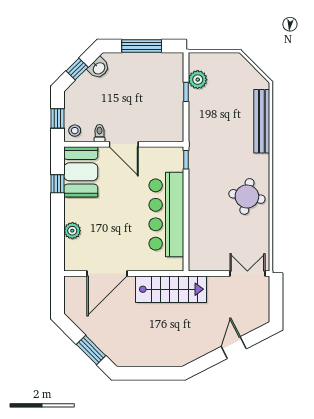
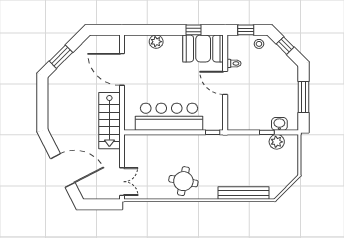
washbasin: (99, 68) -> (279, 124), moved, turned 135
stool: (75, 131) -> (259, 44), moved
door: (124, 144) -> (225, 83), hinge flipped
door: (234, 348) -> (63, 171), width x1.88

